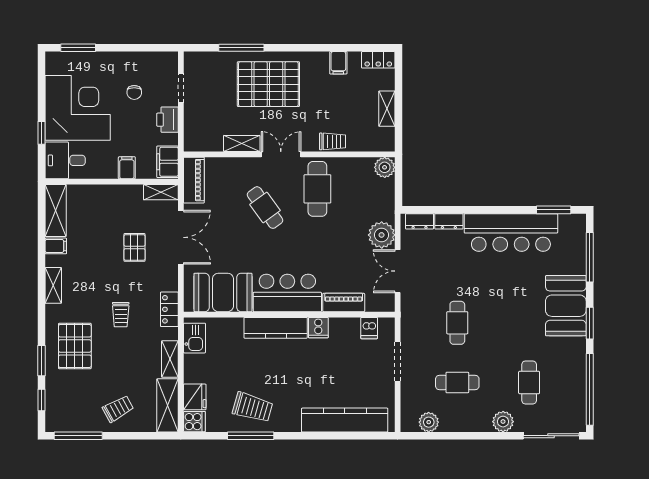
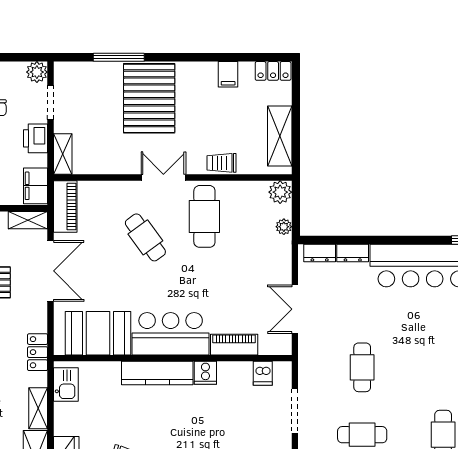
plant: (169, 61) -> (37, 72), added
pallet: (268, 84) -> (149, 98), turned 90
shelving: (387, 109) -> (280, 136), width x1.50, depth x1.33
trolley: (333, 141) -> (222, 163), turned 180
shelving: (242, 143) -> (63, 154), moved, turned 90
plant: (382, 235) -> (284, 227), moved, width x0.53, depth x0.53

